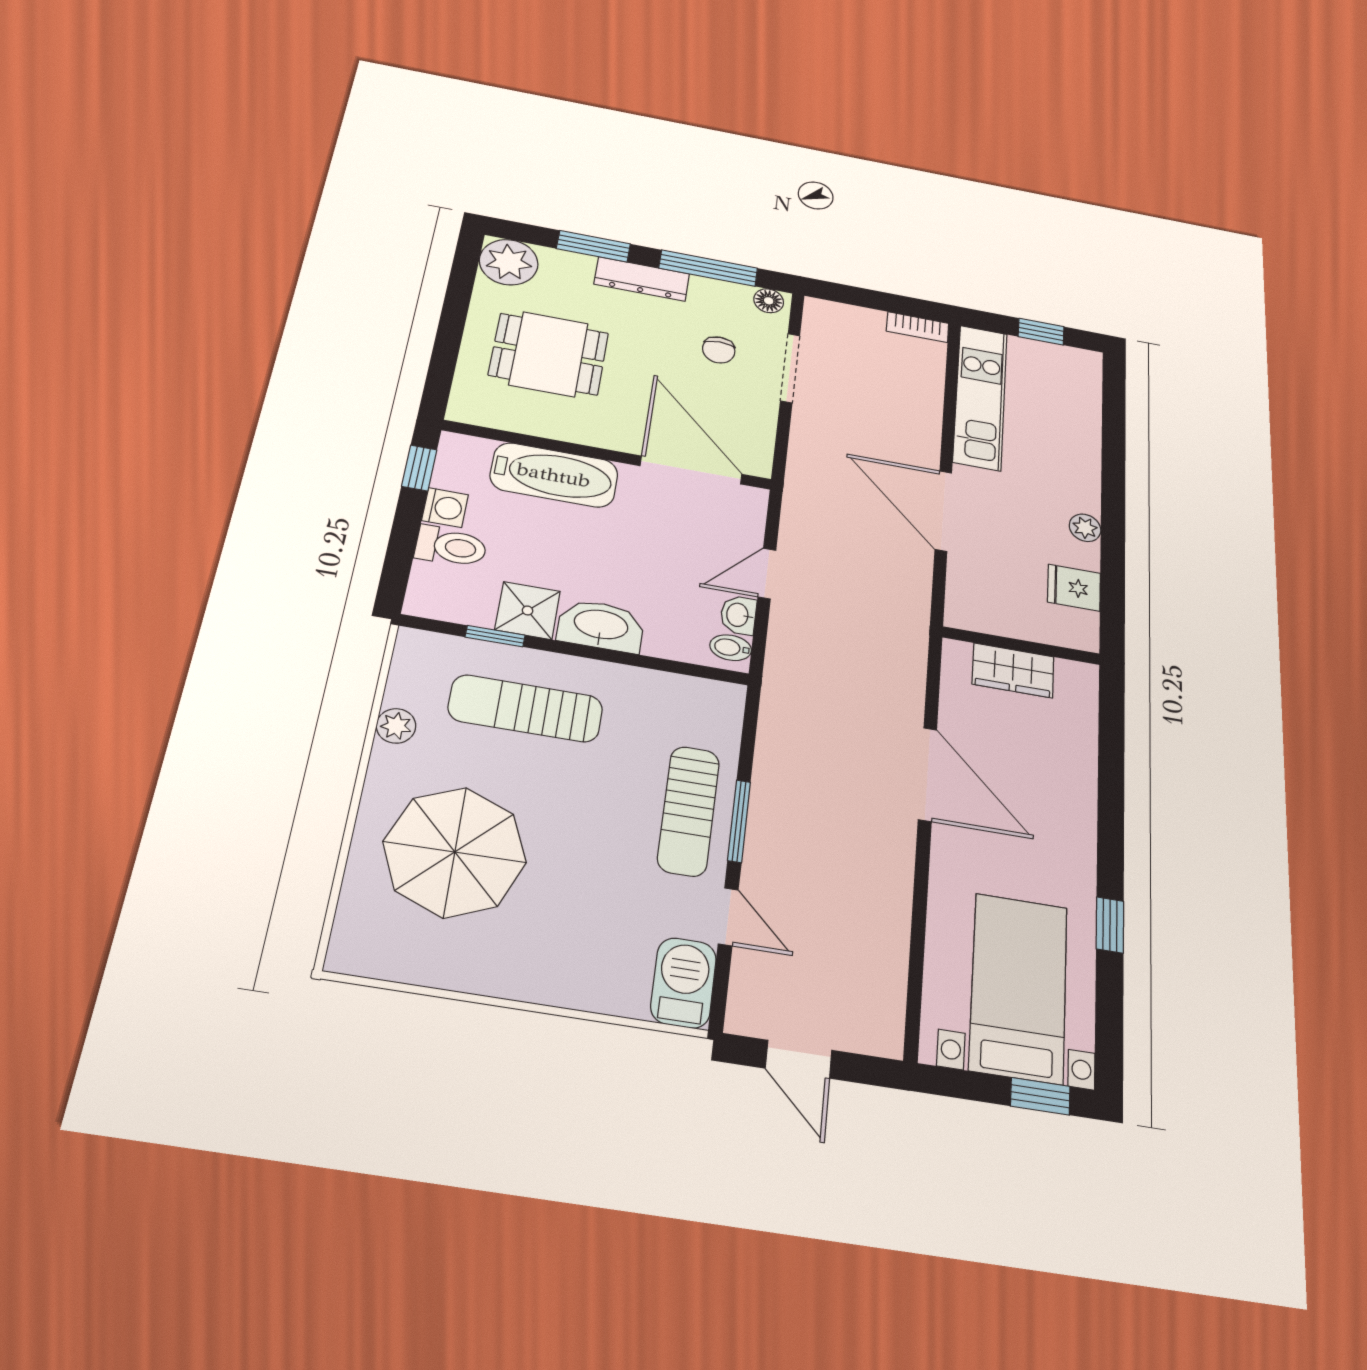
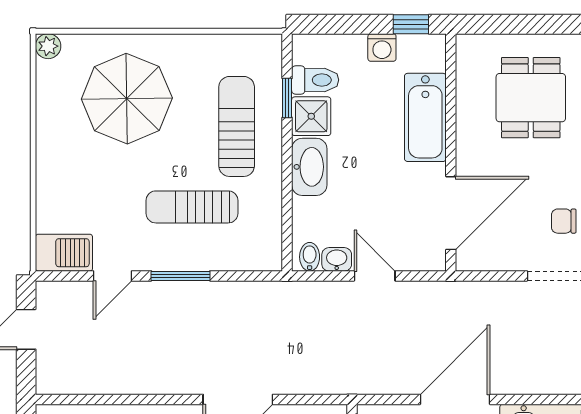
toilet: (451, 547) -> (315, 80), moved, turned -90
plant: (396, 726) -> (48, 46), moved
sun lounger: (689, 811) -> (192, 207), moved

